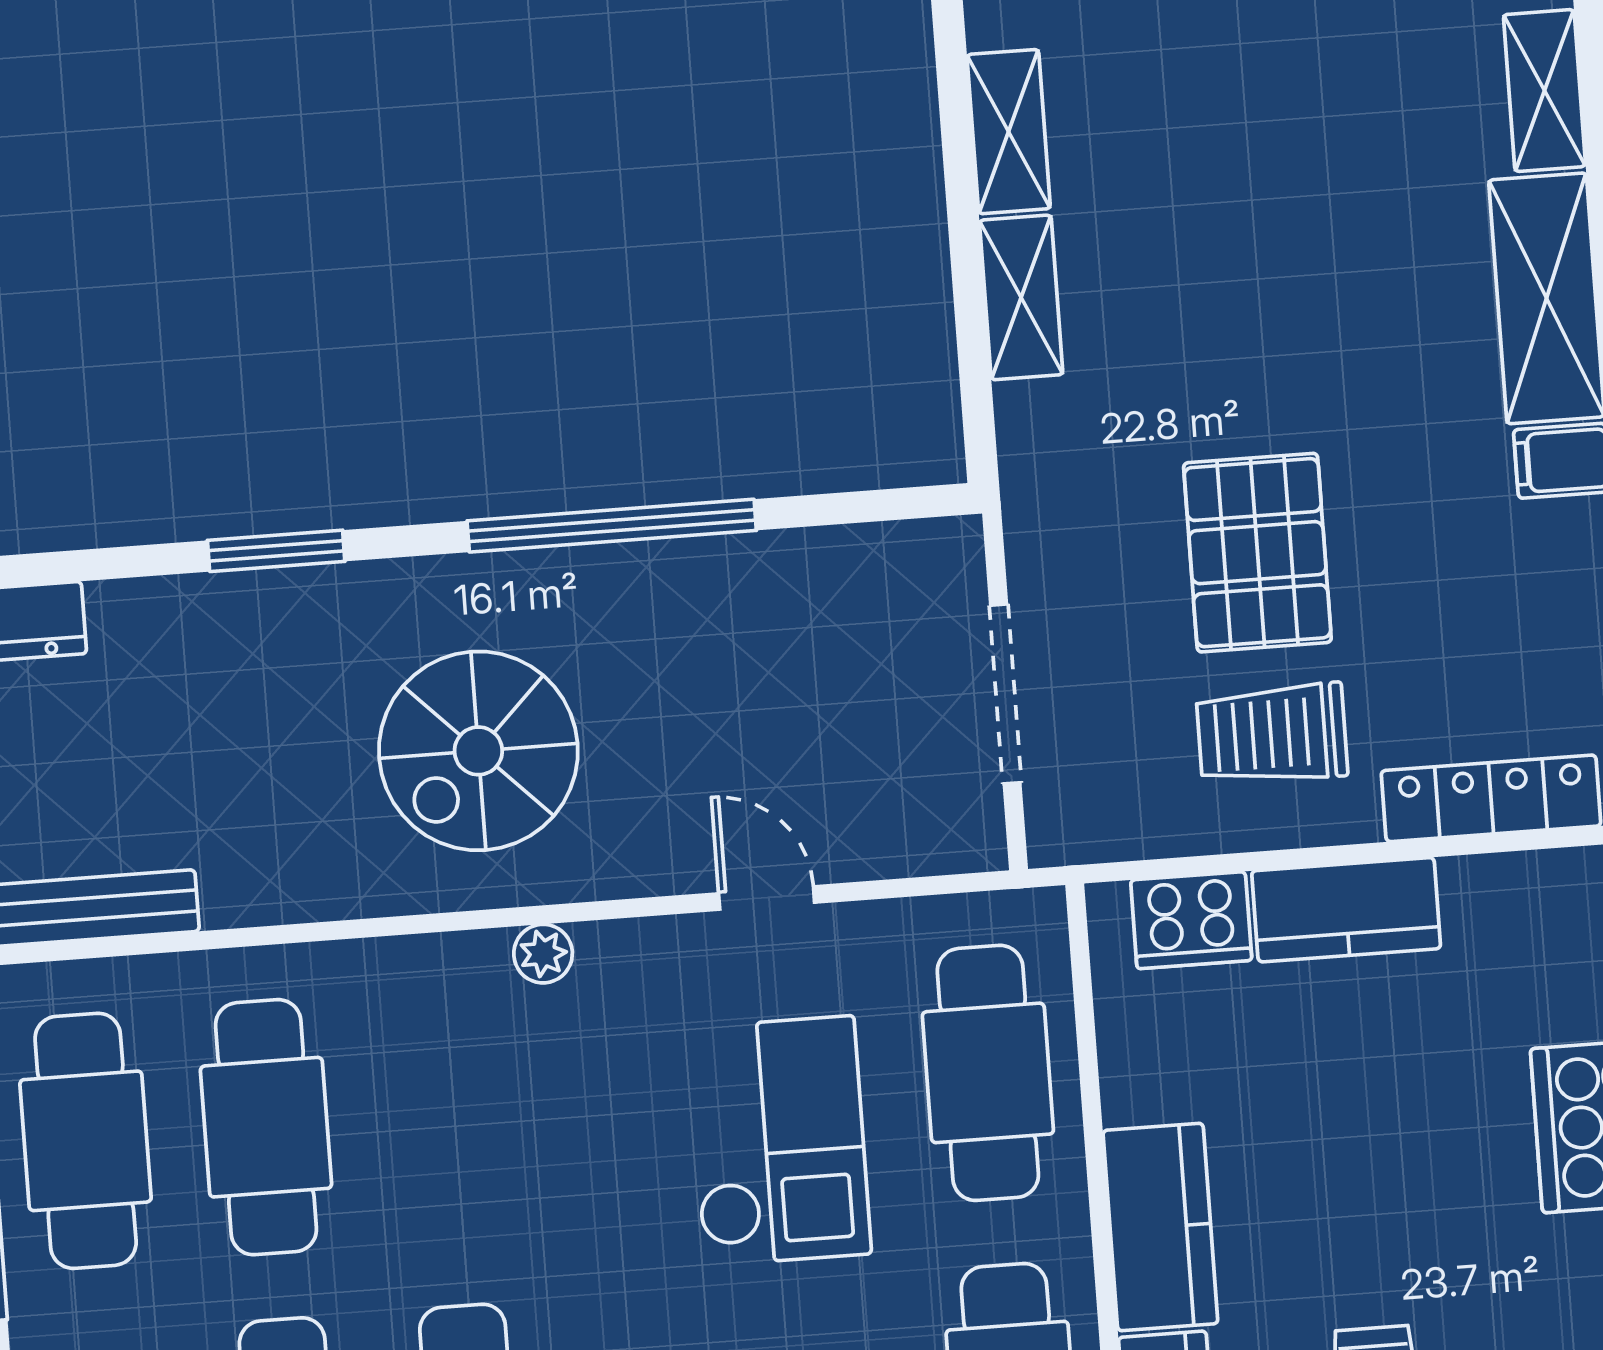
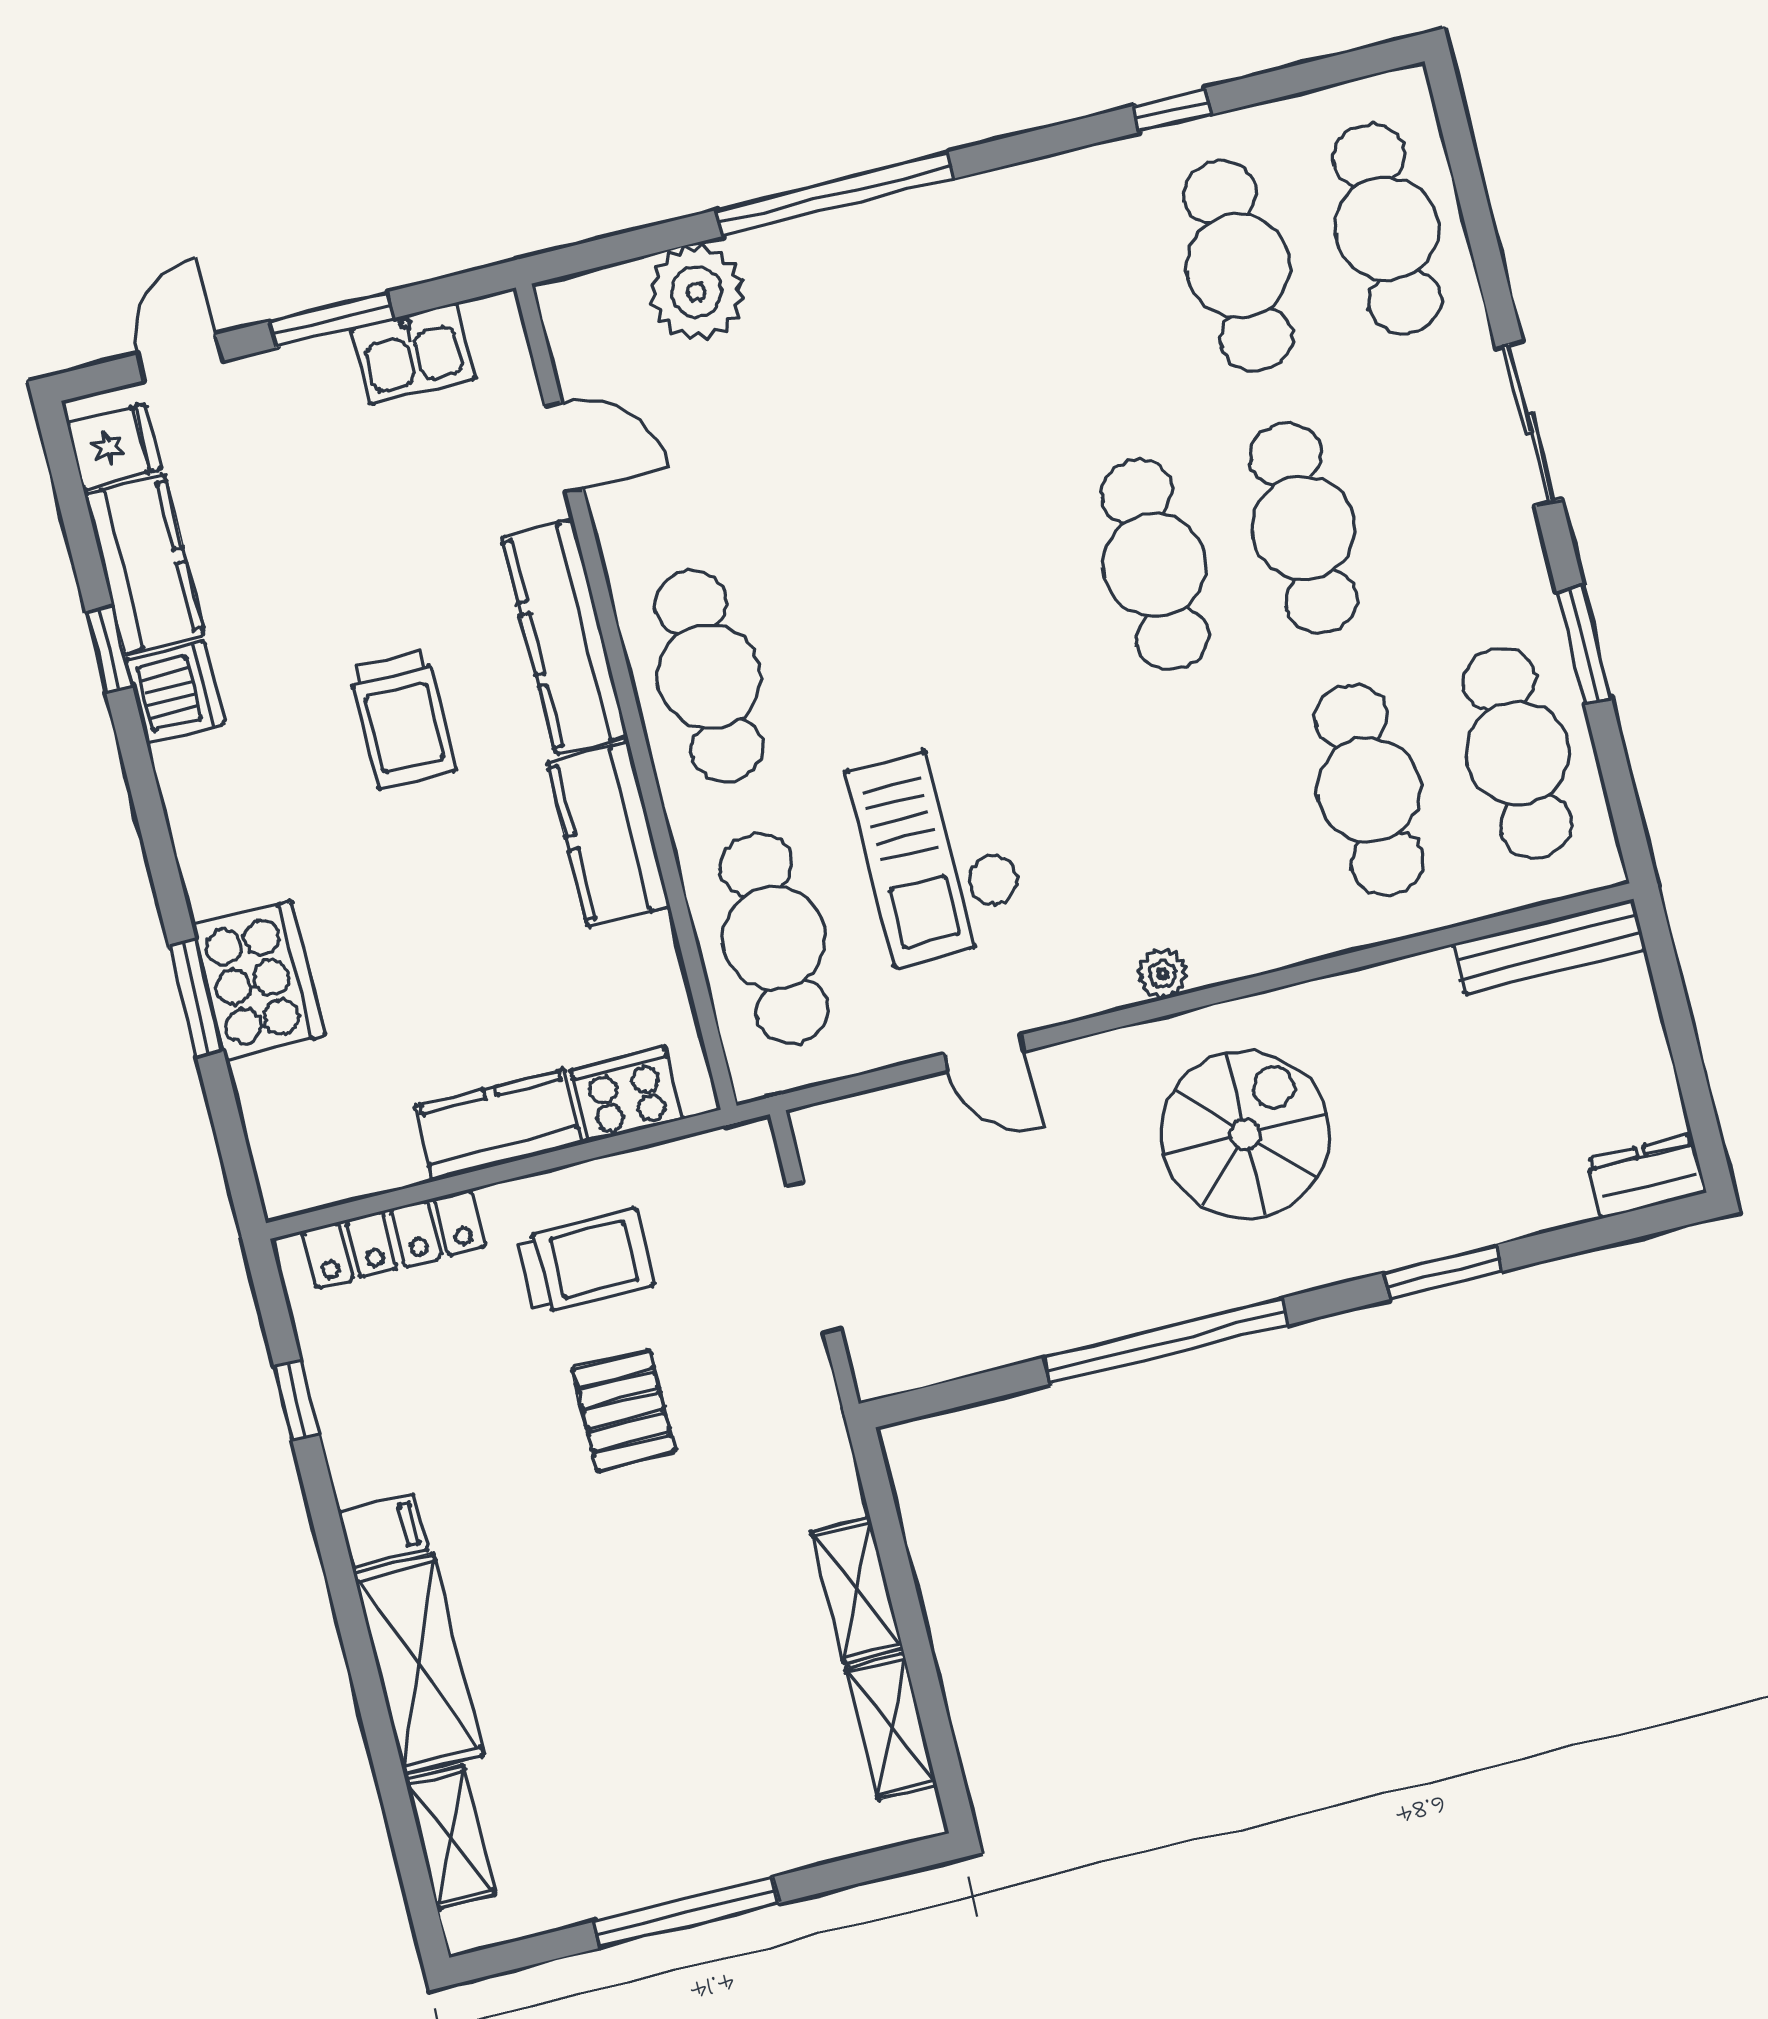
pallet: (1257, 553) -> (624, 1411), width x0.67, depth x0.71

